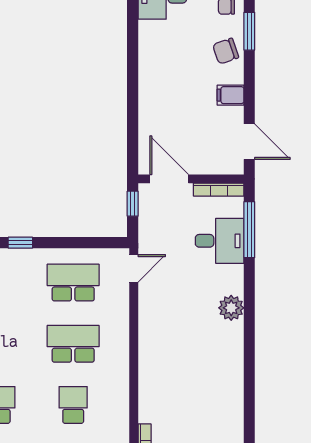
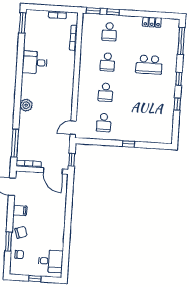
desk: (220, 241) -> (35, 62), moved
school desk: (73, 283) -> (104, 123), width x0.54
school desk: (73, 344) -> (106, 92), width x0.54

